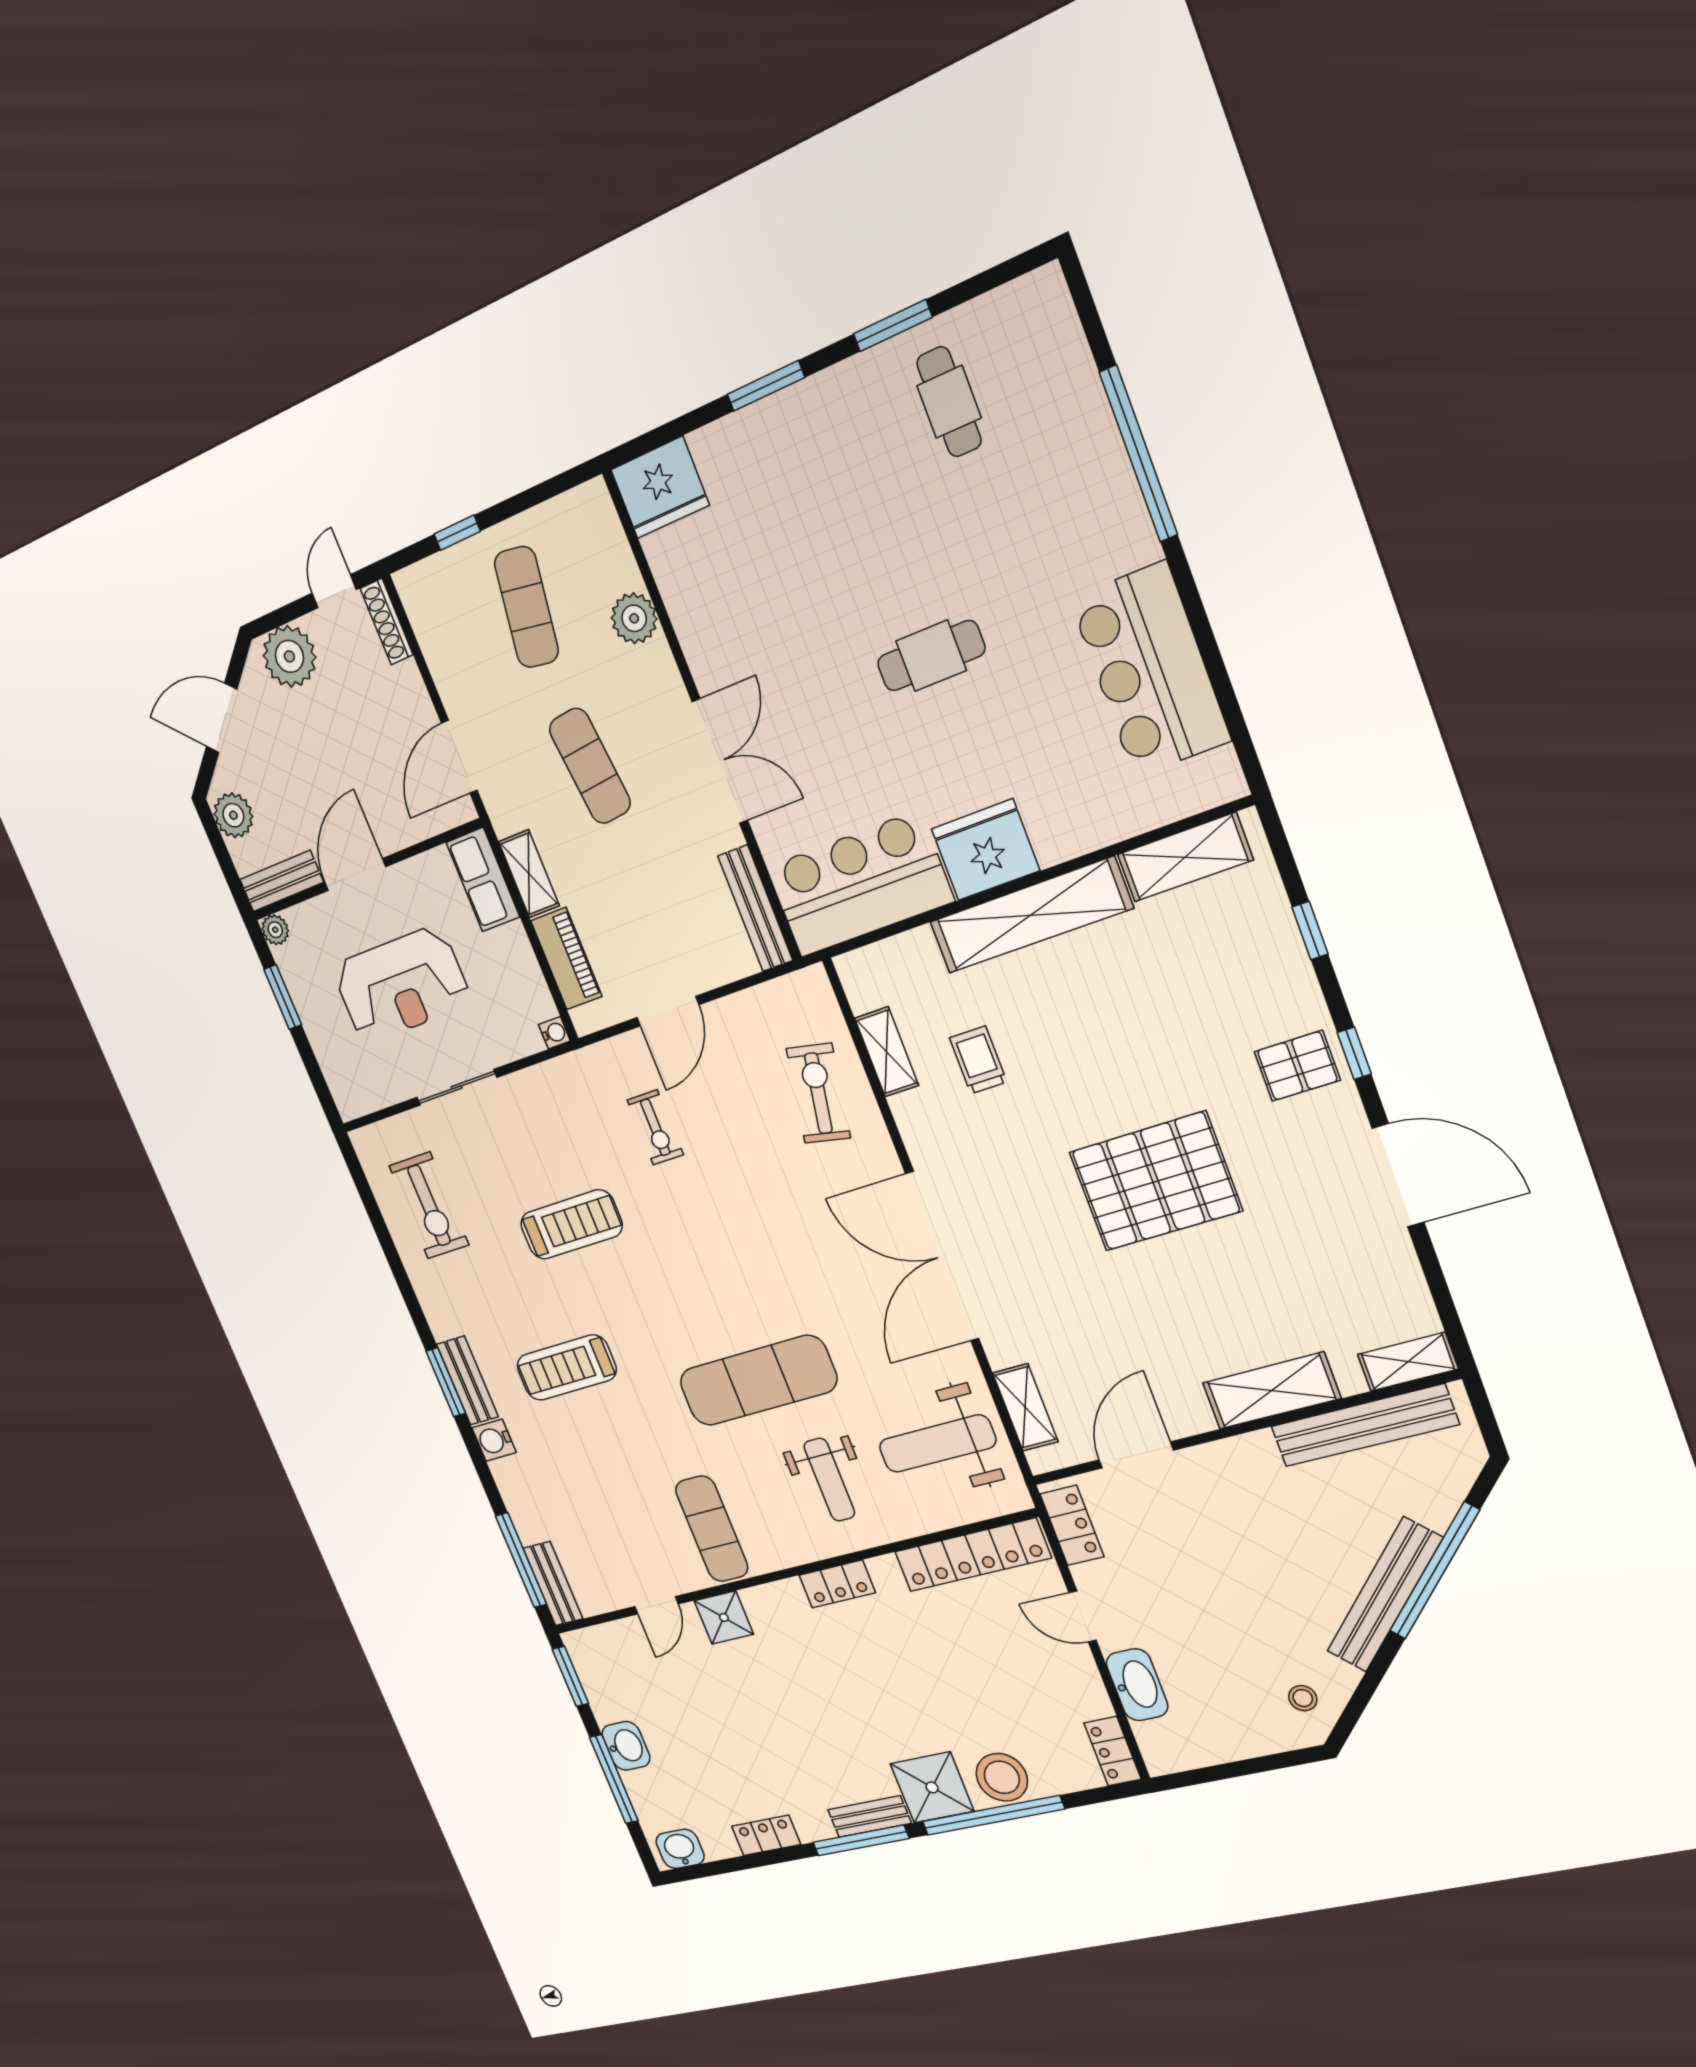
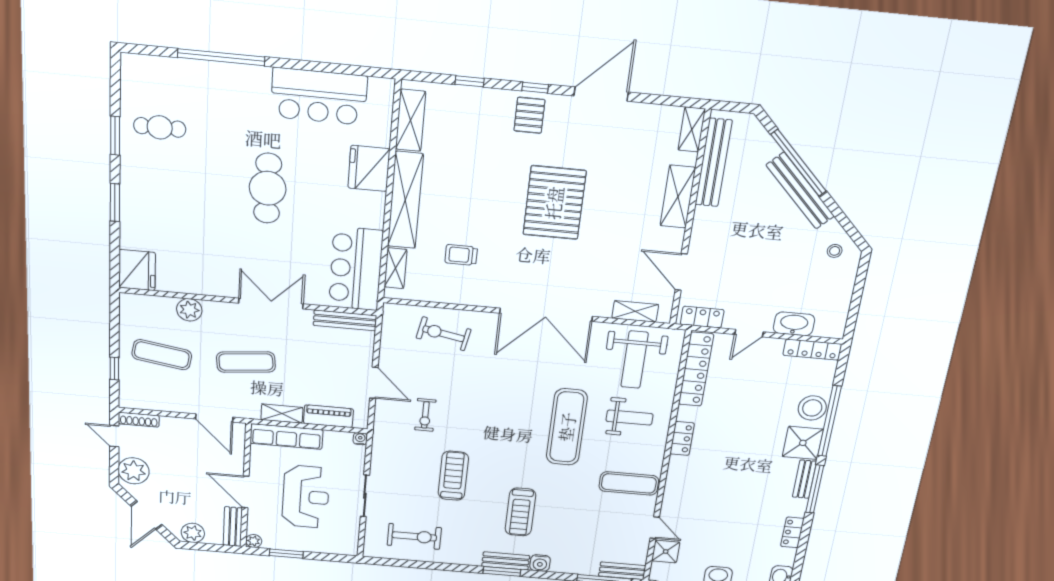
cafe table: (931, 656) -> (268, 188), width x1.37, depth x1.35
fridge: (985, 850) -> (369, 168), moved
row of seats: (483, 880) -> (286, 437), width x1.48
shelving: (887, 1052) -> (396, 268), moved, turned 90
exercise bike: (655, 1127) -> (425, 415), turned 90
shower: (724, 1617) -> (666, 551), moved
locker: (1113, 1751) -> (812, 350), width x1.53

